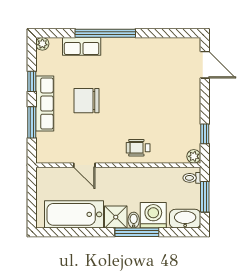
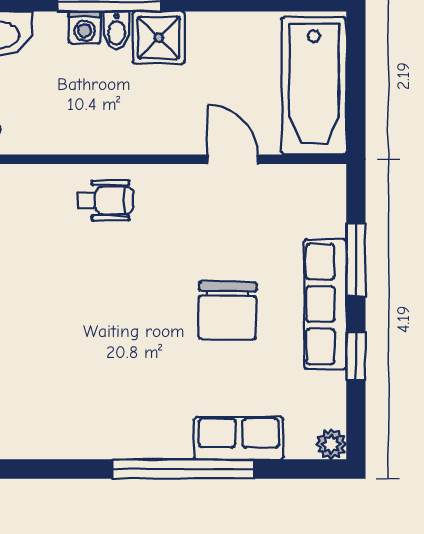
chair: (86, 101) -> (227, 311), turned 91
bathtub: (74, 214) -> (314, 86), moved, turned 90
washing machine: (153, 215) -> (85, 27), width x0.53, depth x0.53

